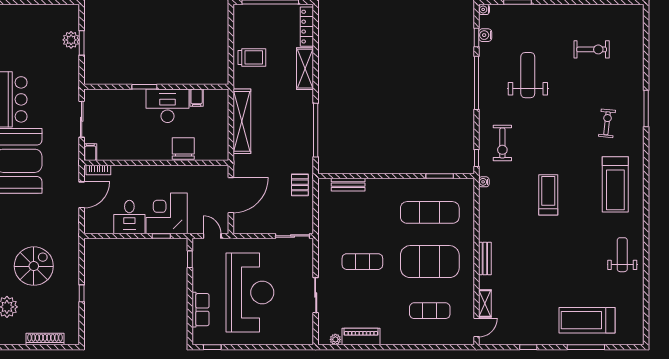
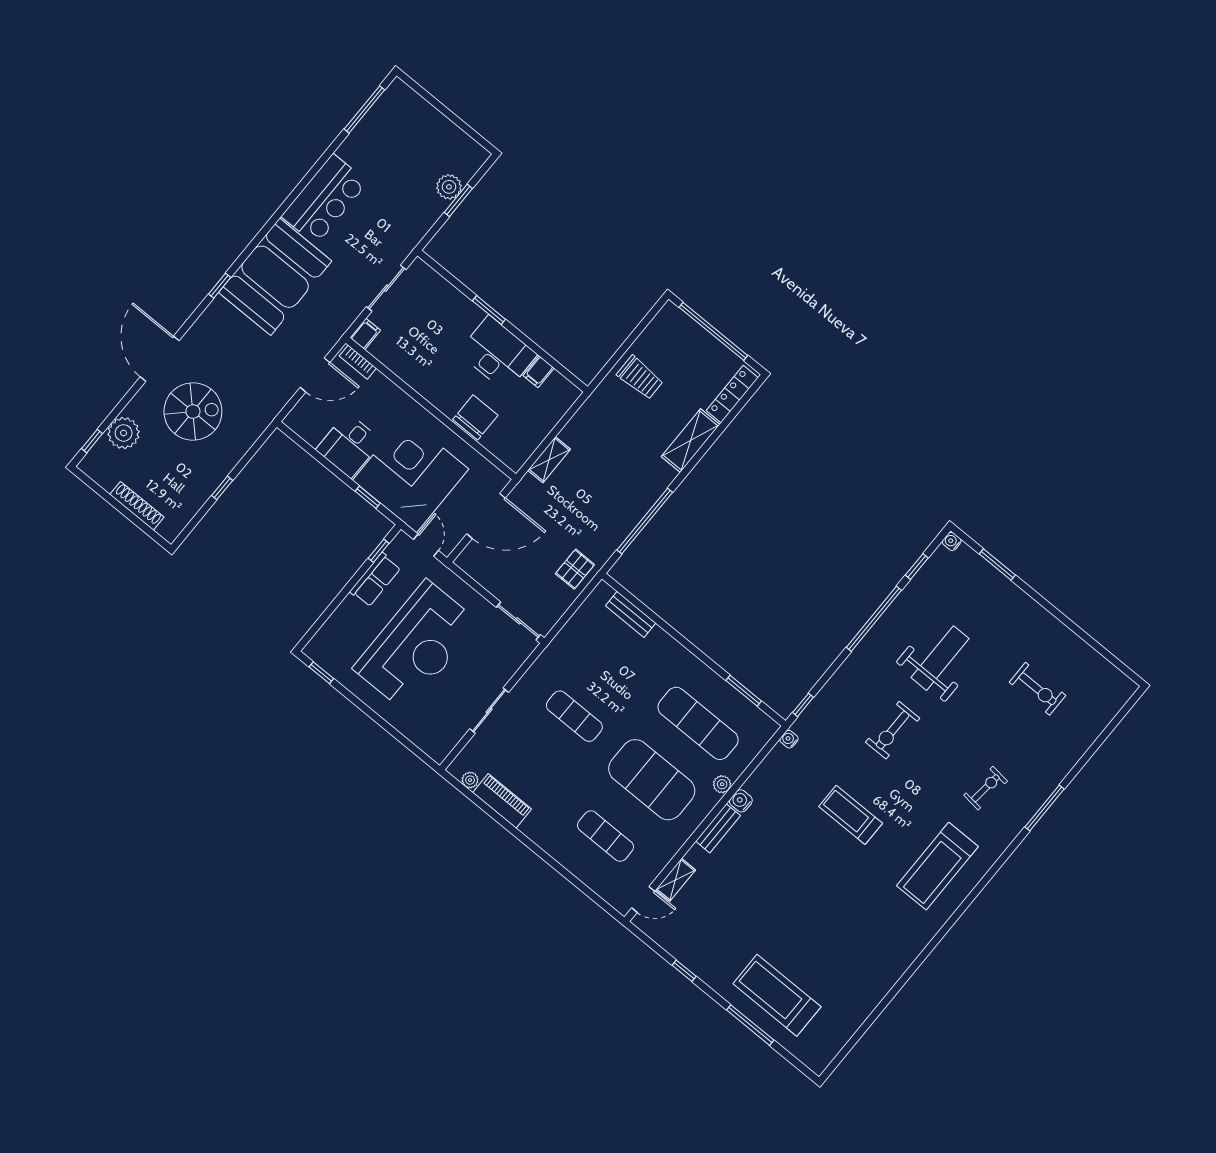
water cooler: (485, 35) -> (741, 801), moved
shelving: (242, 121) -> (549, 460), width x0.45, depth x0.75
exercise bike: (502, 143) -> (893, 730), moved
treadmill: (548, 195) -> (851, 815), turned -90
corner desk: (167, 213) -> (411, 475), width x1.36, depth x1.36
plant: (468, 234) -> (722, 784), added
weight bench: (622, 255) -> (879, 953), removed
row of seats: (200, 310) -> (375, 580), moved

